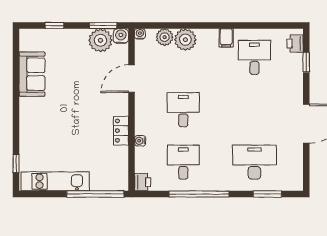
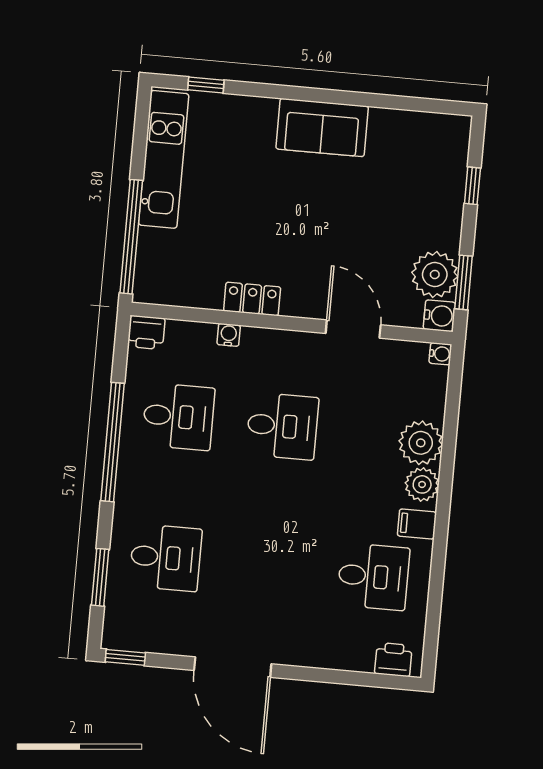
plant: (165, 37) -> (422, 484), moved
window: (306, 62) -> (125, 657), moved
sofa: (32, 74) -> (322, 128), moved
desk: (254, 162) -> (166, 558), width x0.73

